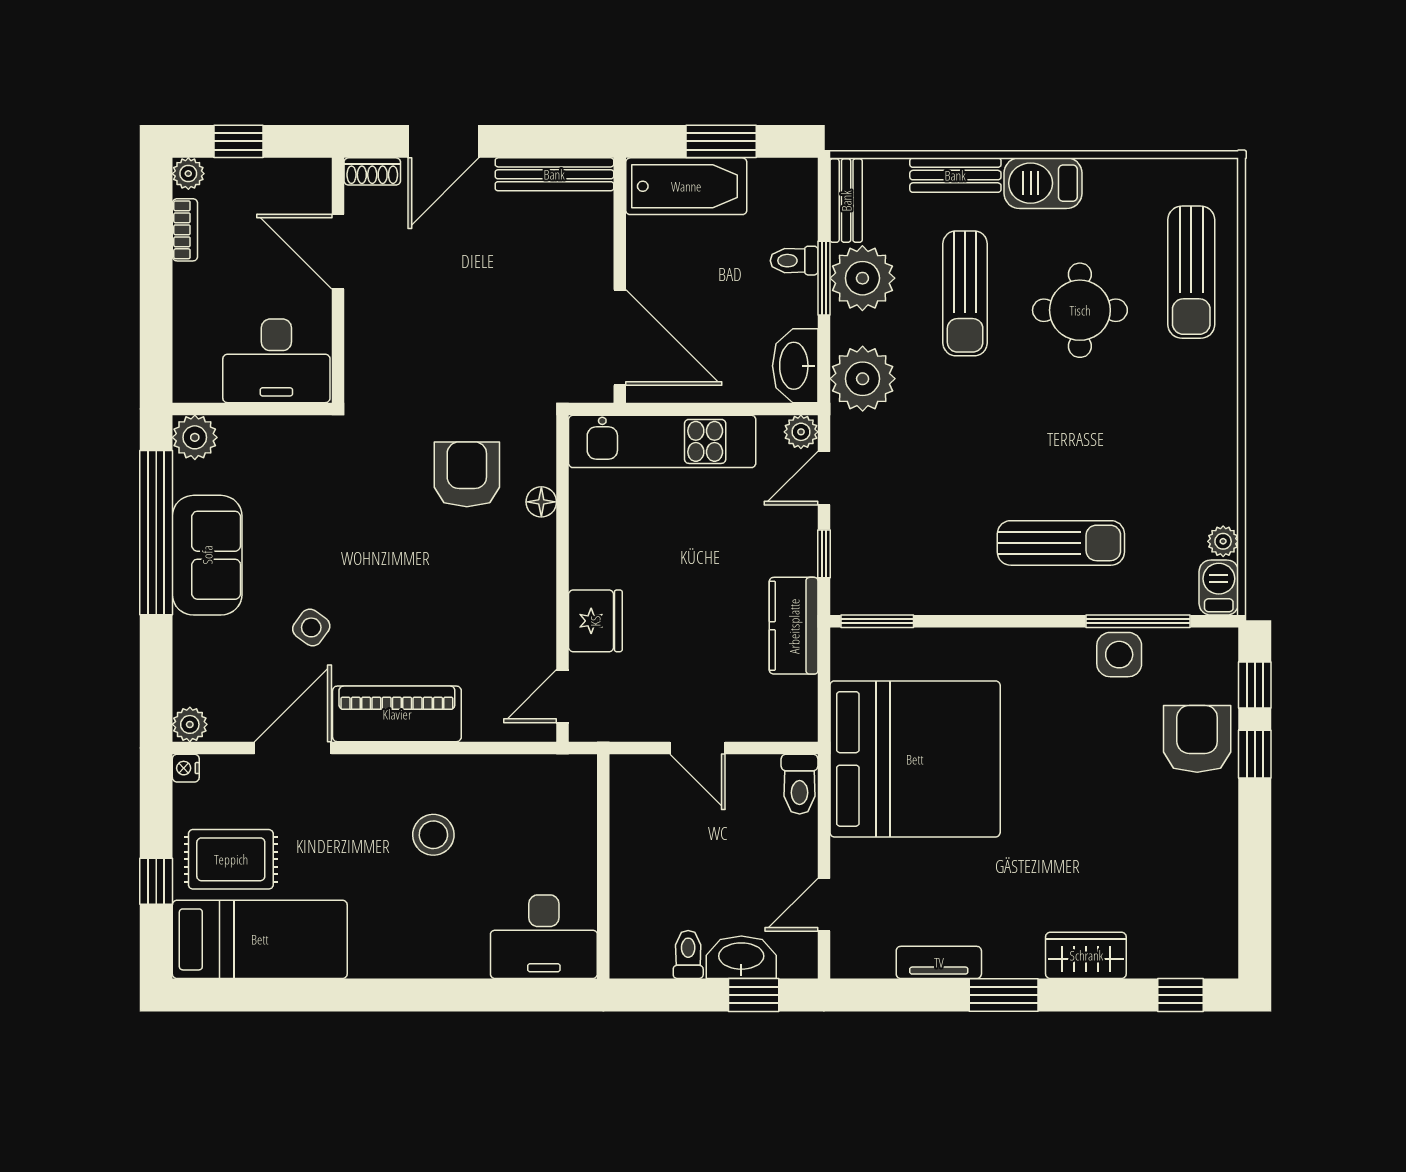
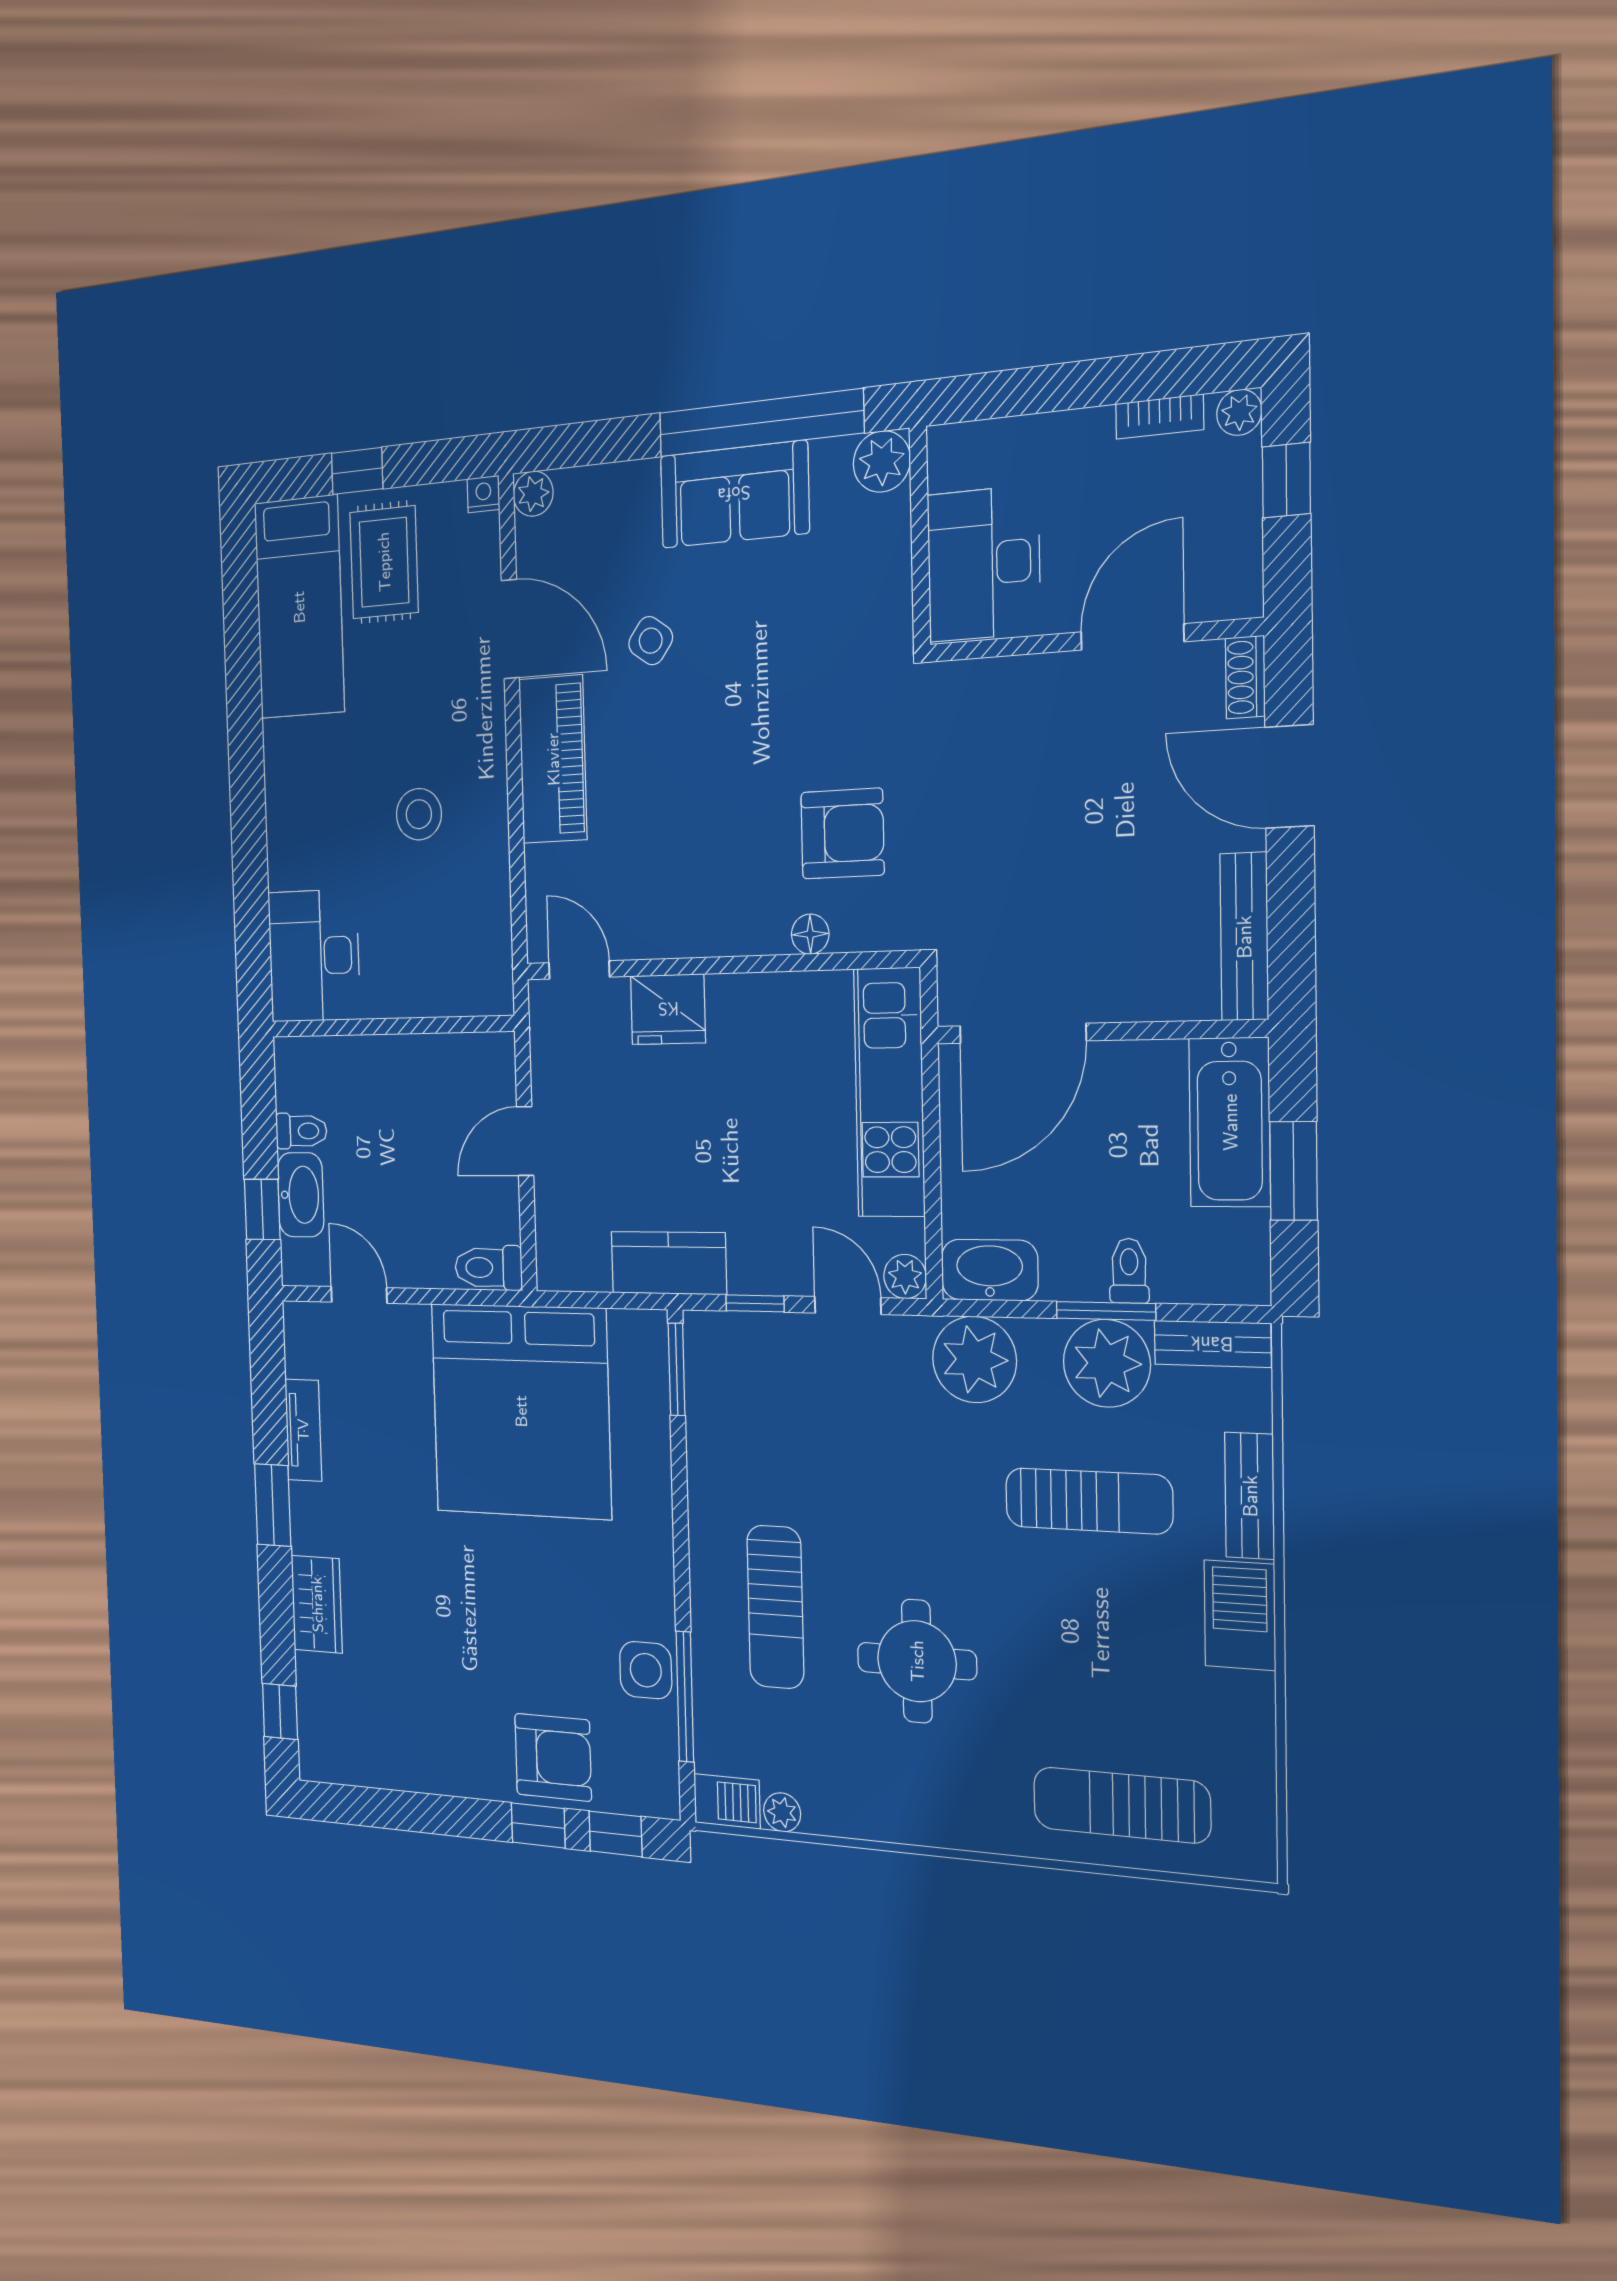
sun lounger: (965, 293) -> (1089, 1501), turned 180
round table: (1080, 310) -> (917, 1661), moved

